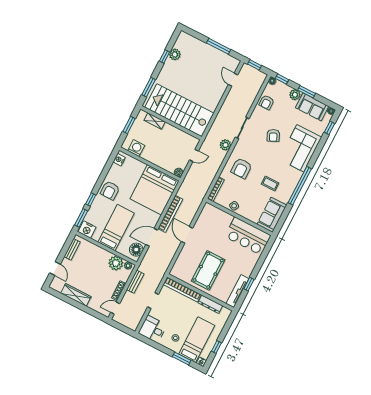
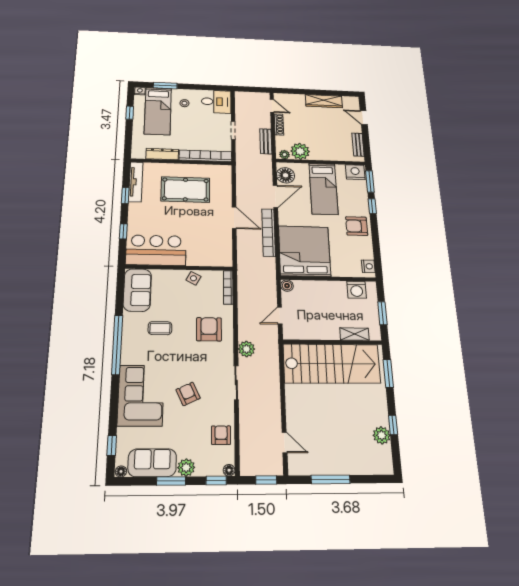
armchair: (110, 190) -> (357, 226), turned -90
window: (262, 259) -> (123, 231), added
pool table: (208, 270) -> (185, 190), turned 90
door: (115, 308) -> (272, 106), hinge flipped

